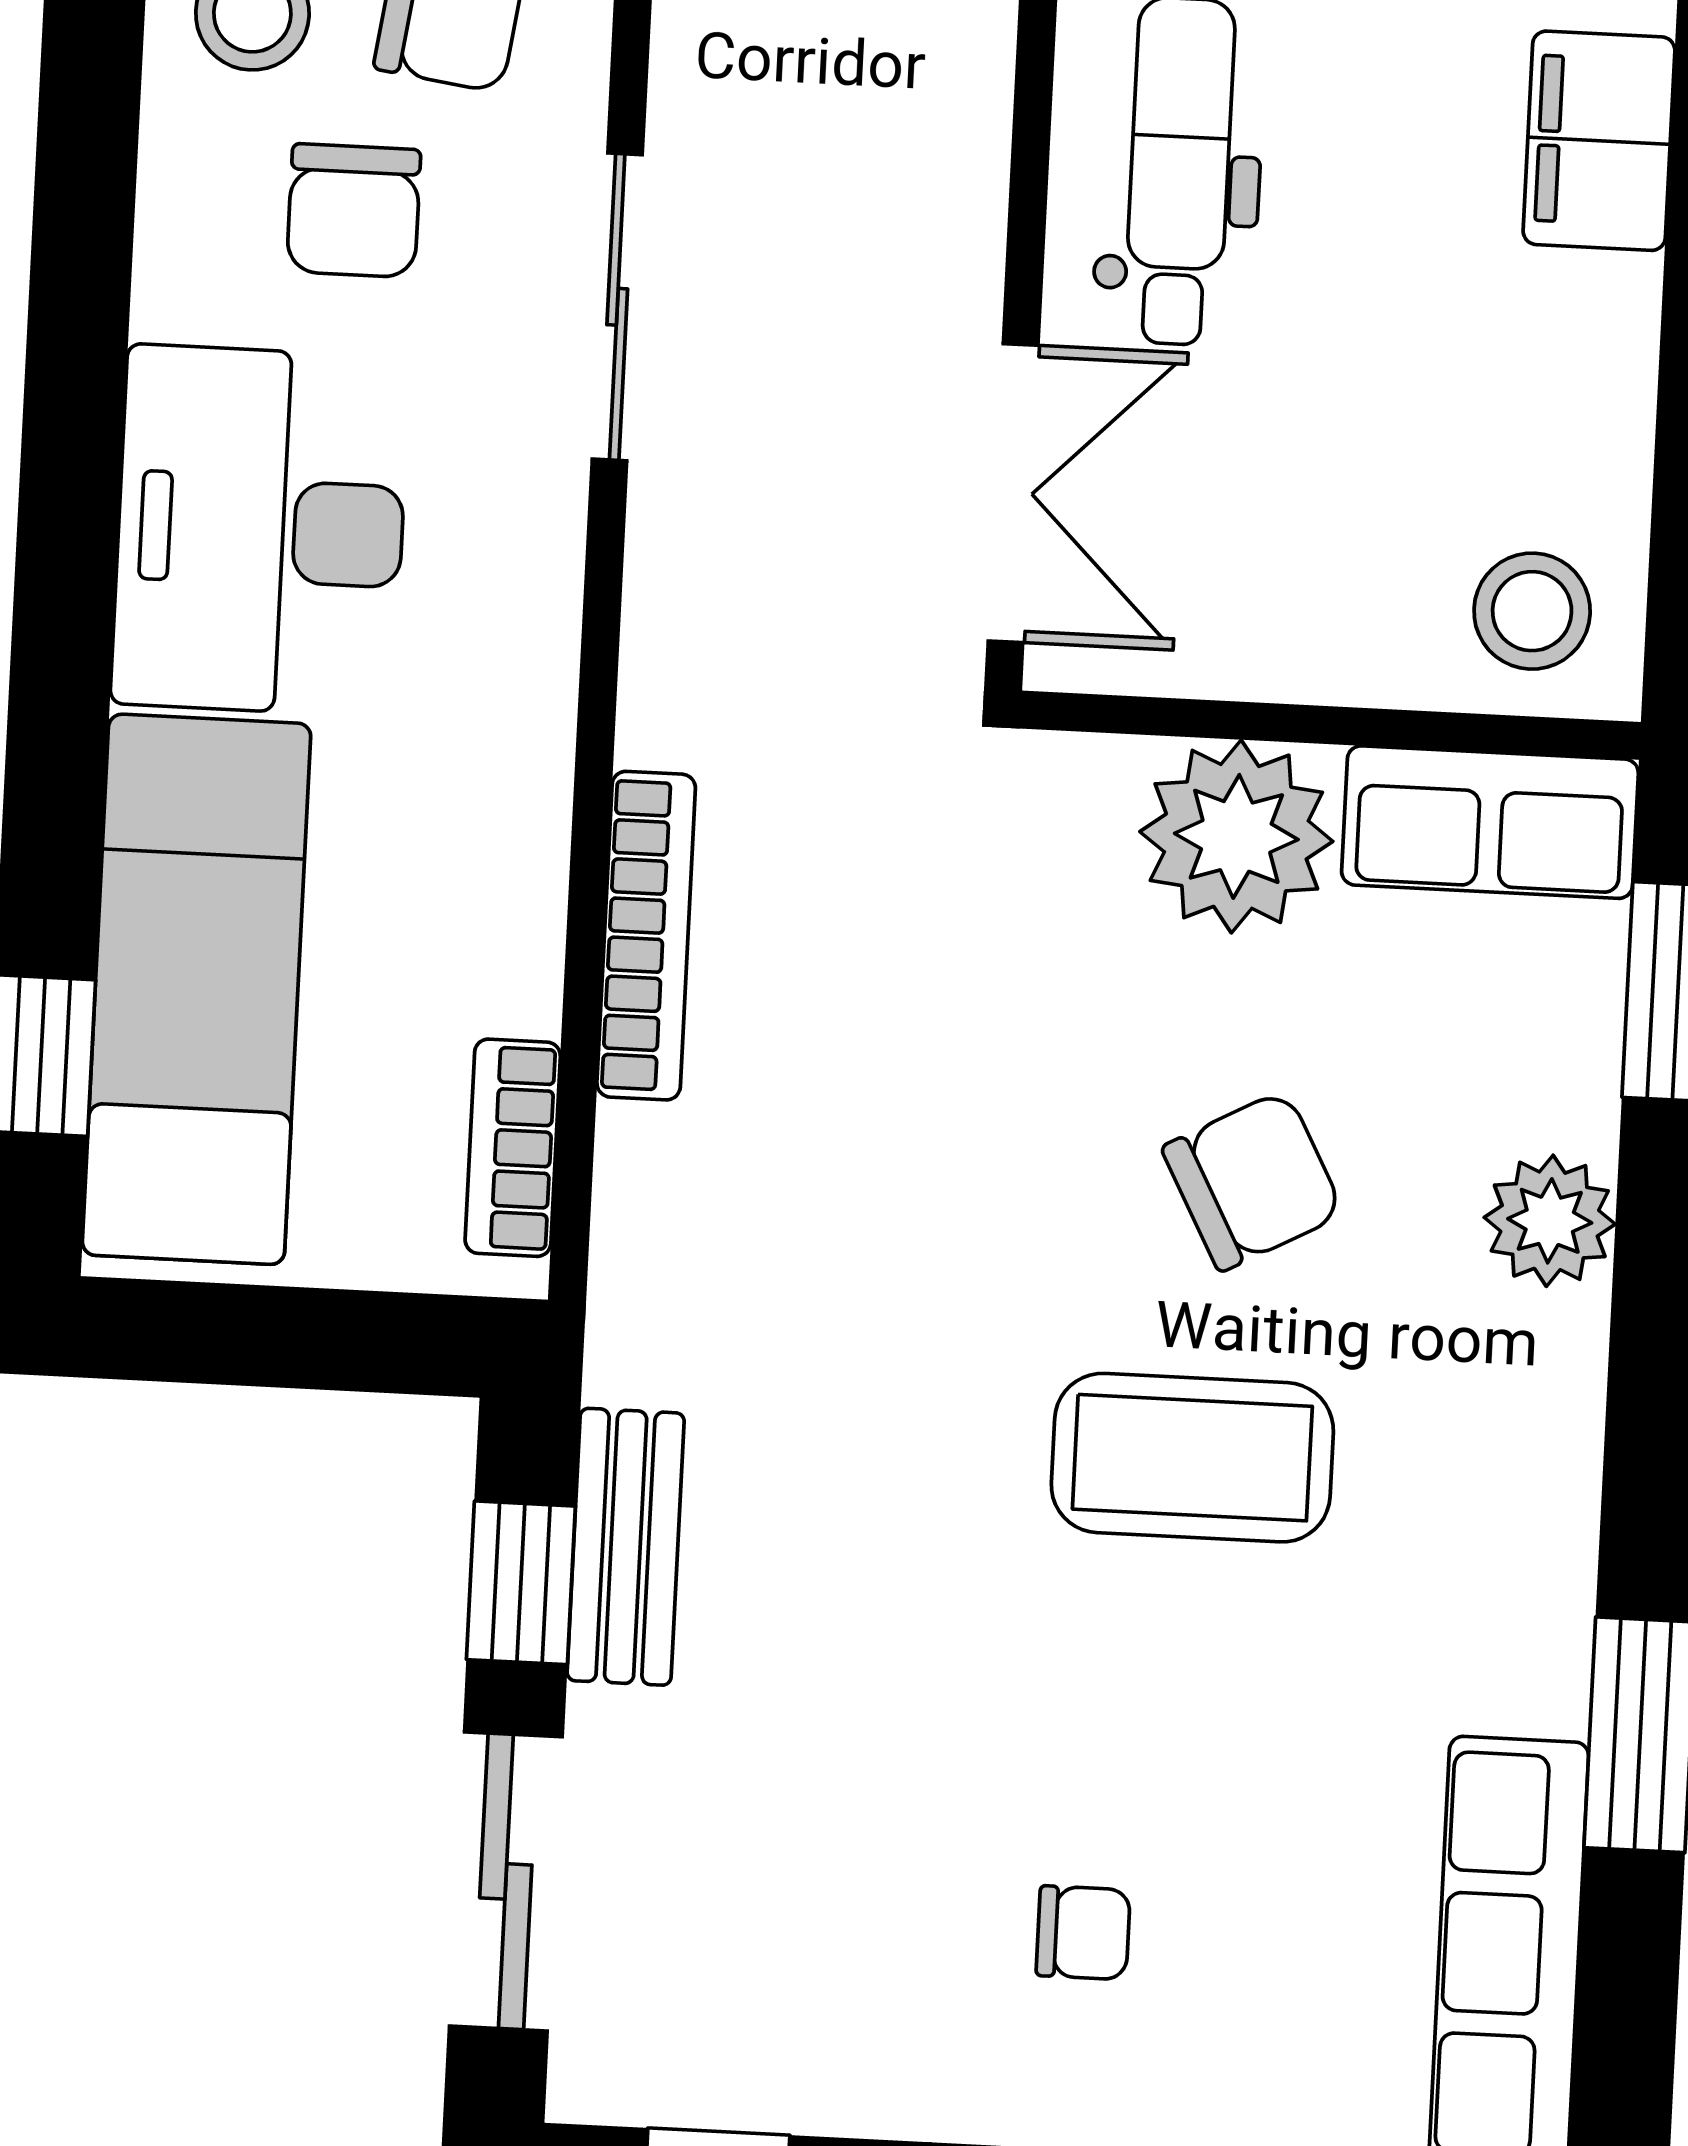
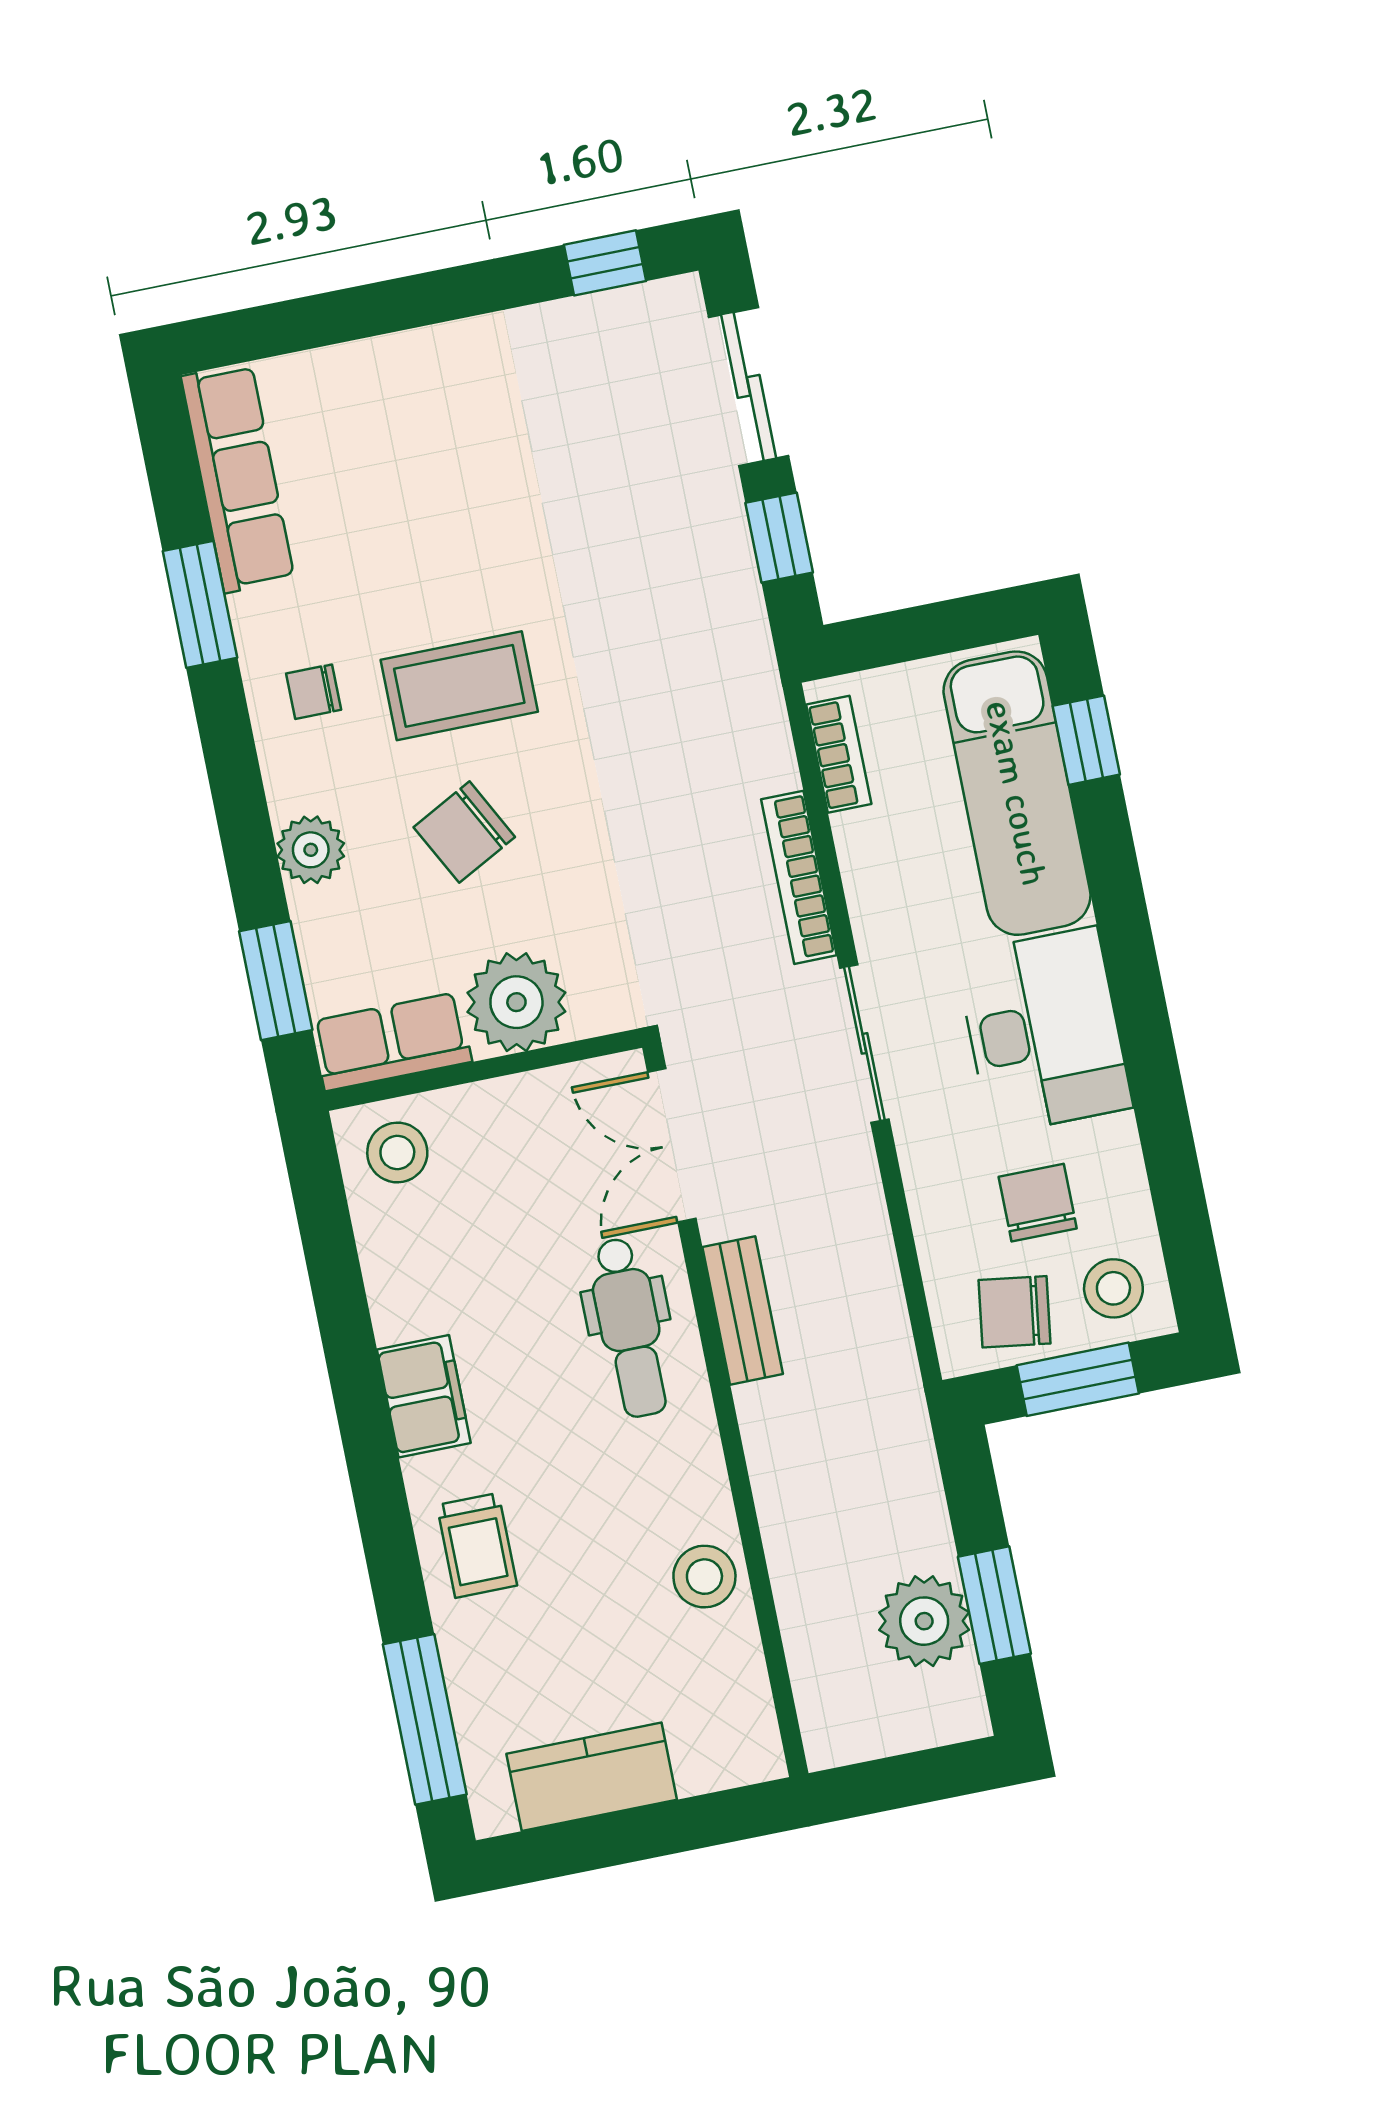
sliding door: (617, 307) -> (864, 1043), moved
bench: (626, 1547) -> (743, 1310), moved
chair: (1083, 1933) -> (314, 692), moved

